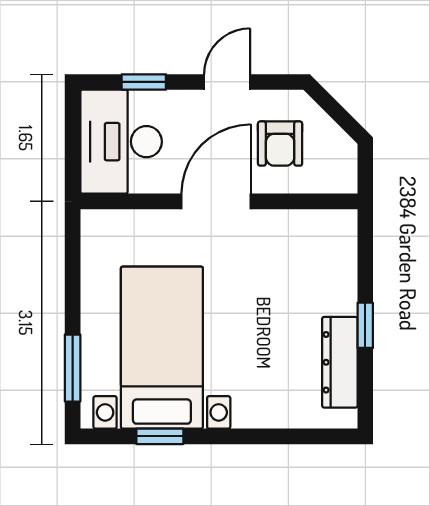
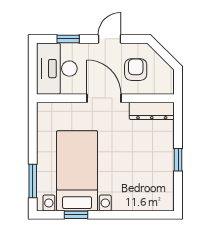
armchair: (280, 144) -> (136, 70), turned 180
door: (216, 201) -> (104, 98), hinge flipped
dresser: (340, 362) -> (152, 111), moved, turned -90

